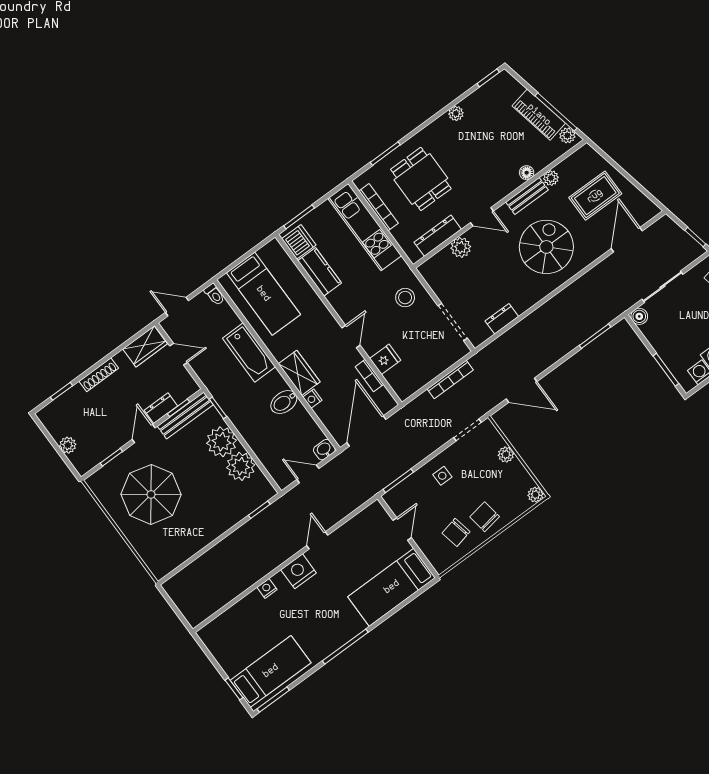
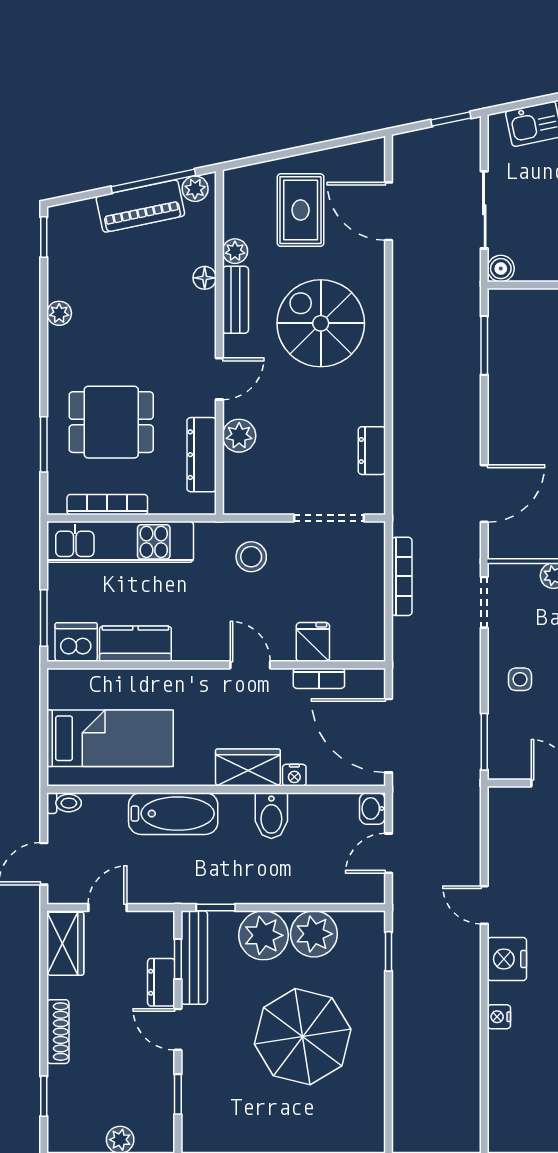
parasol: (151, 494) -> (303, 1037), moved

